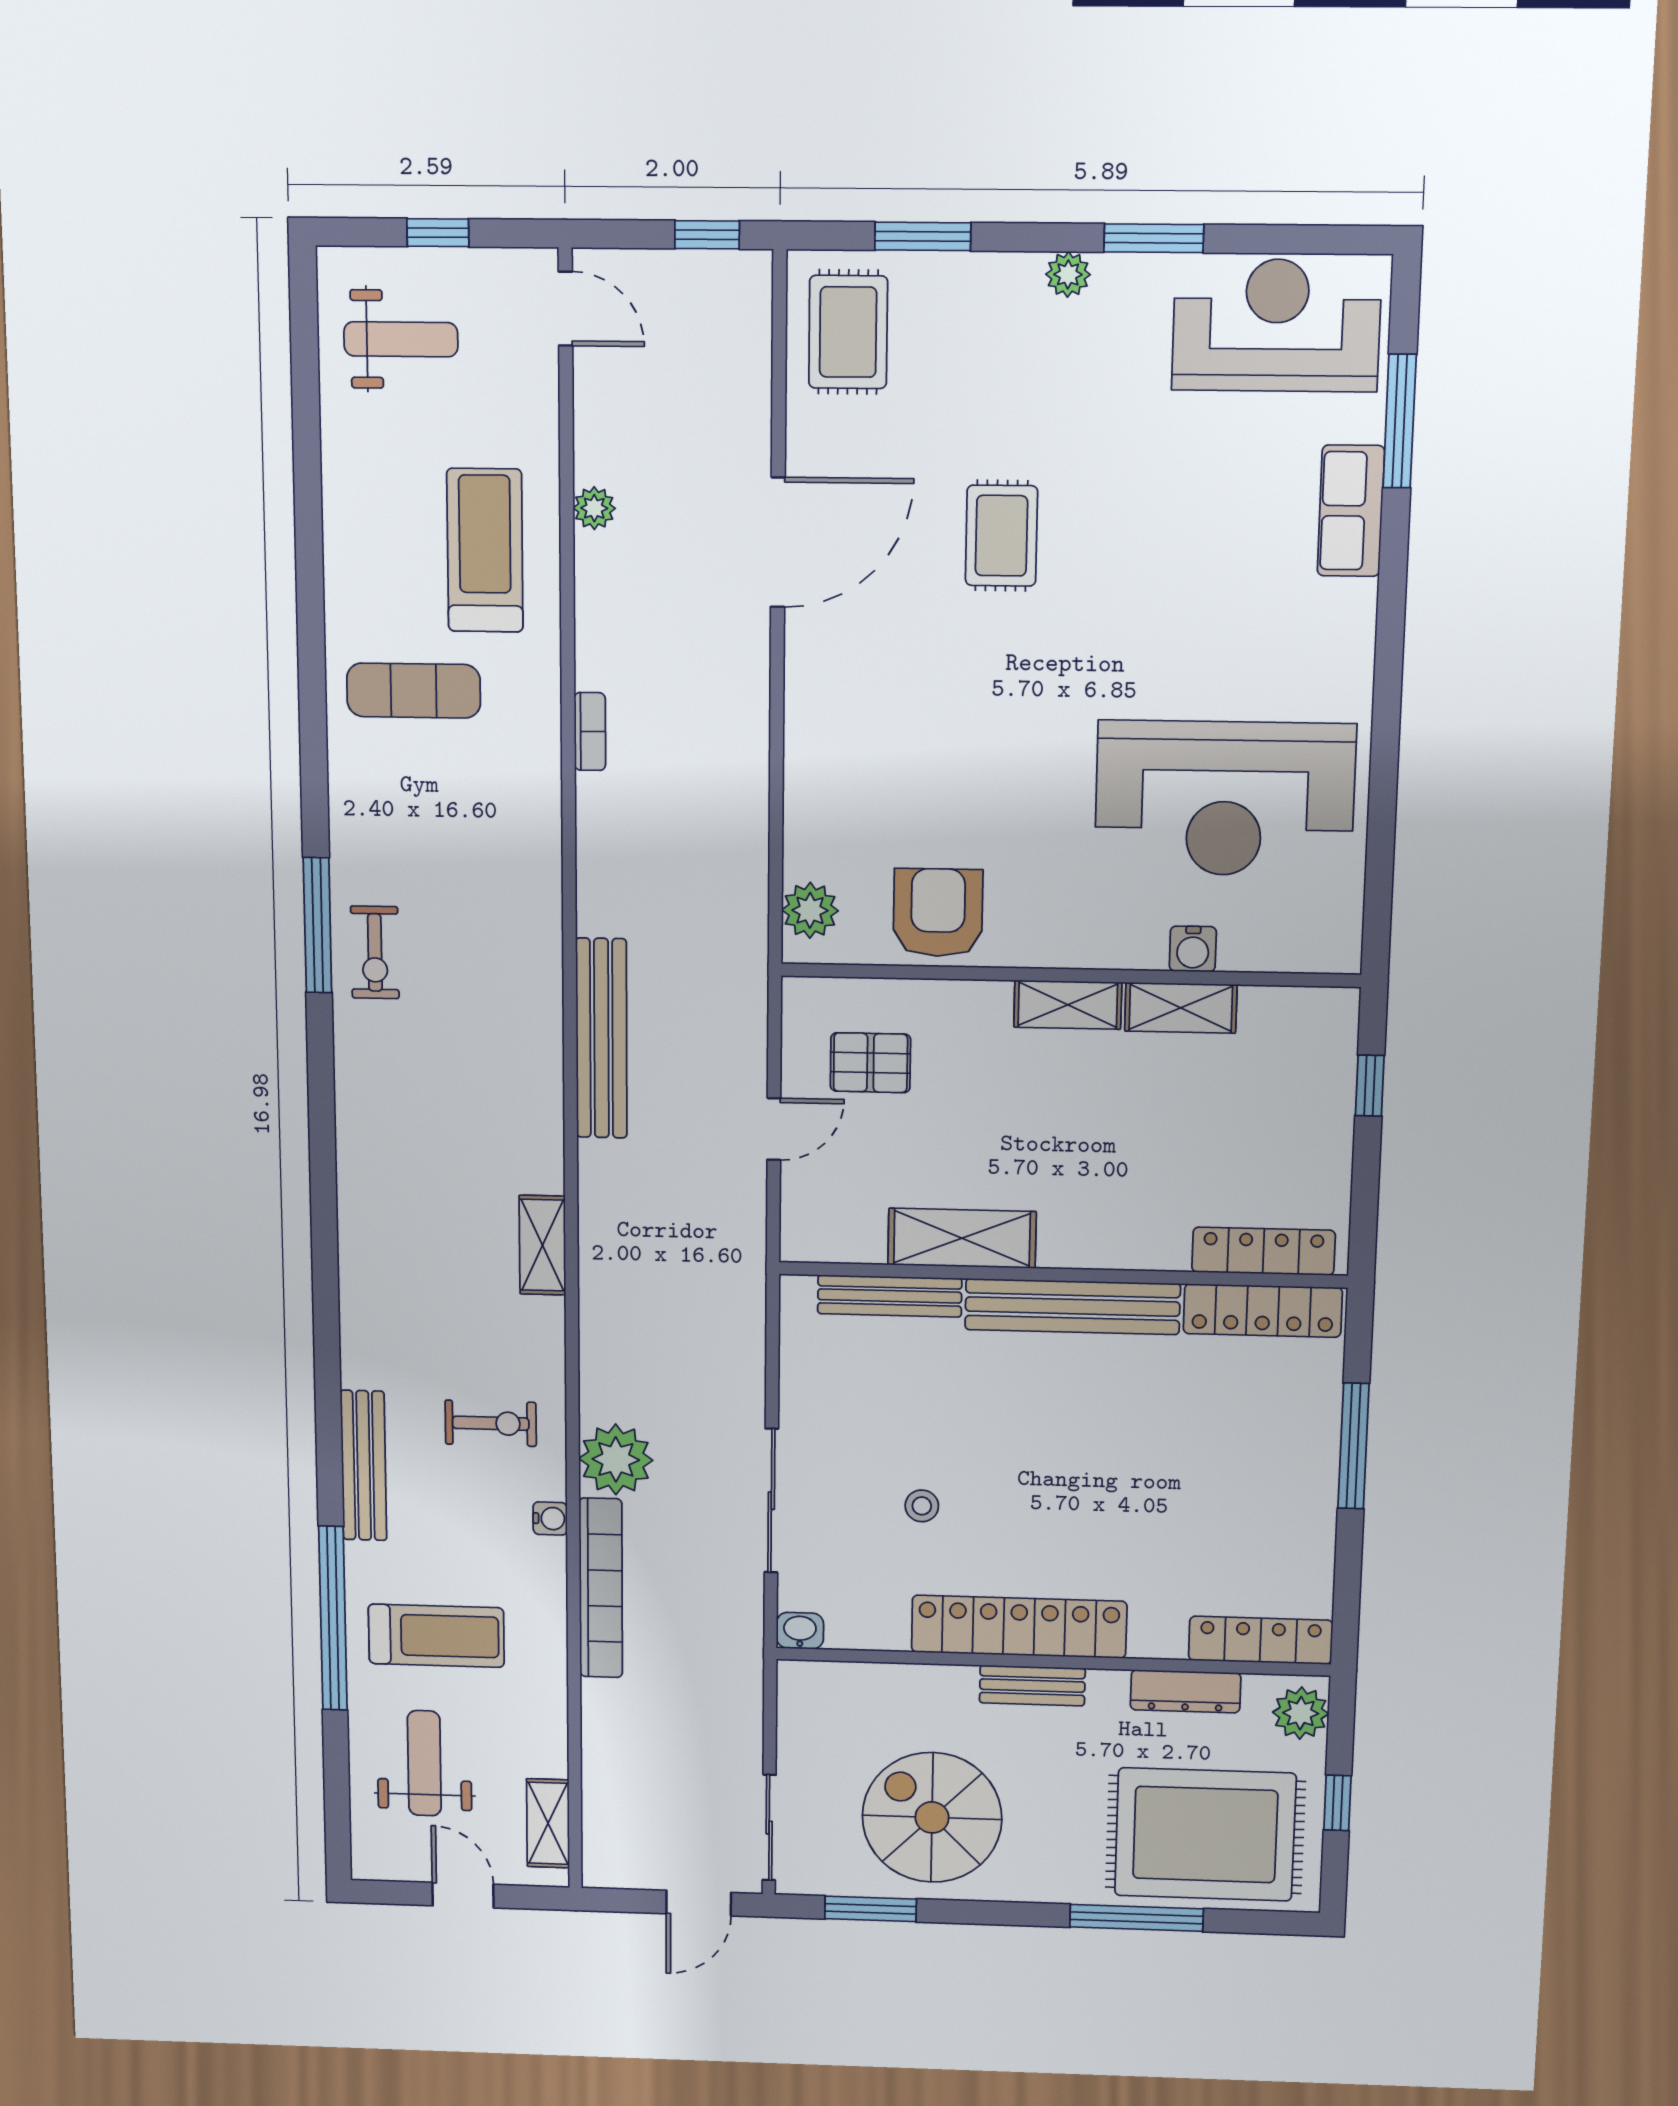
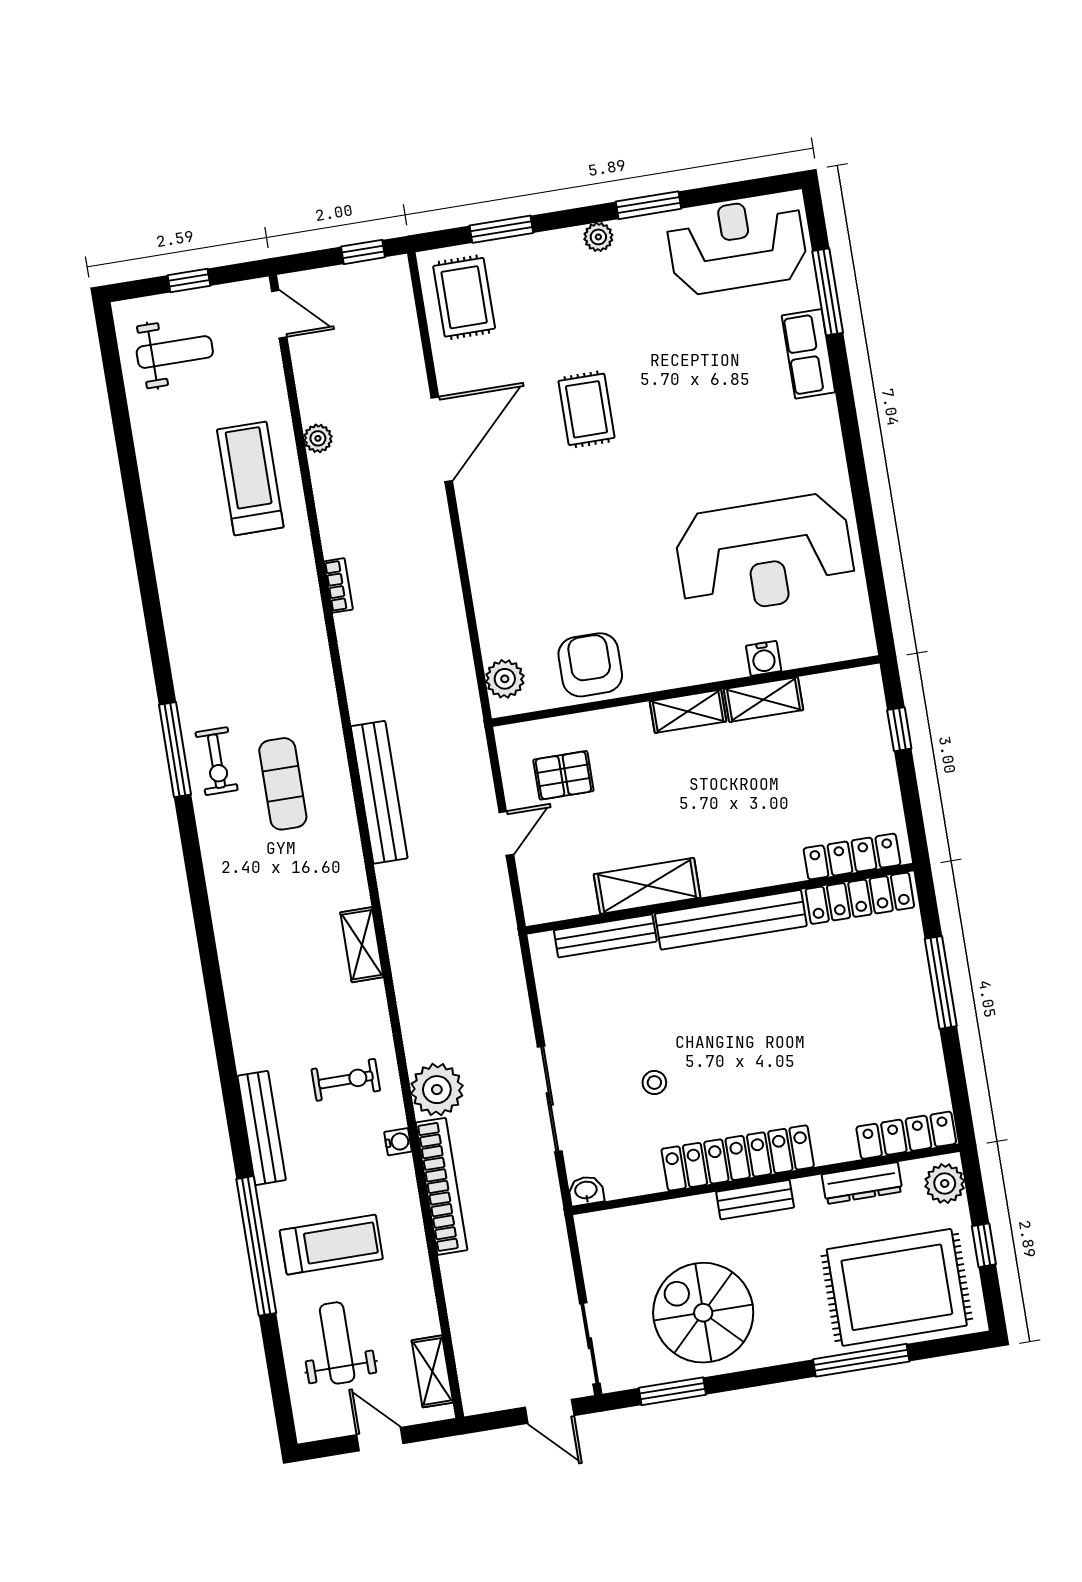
exercise mat: (414, 691) -> (283, 784), moved, turned 90
door: (699, 1903) -> (550, 1411), hinge flipped

